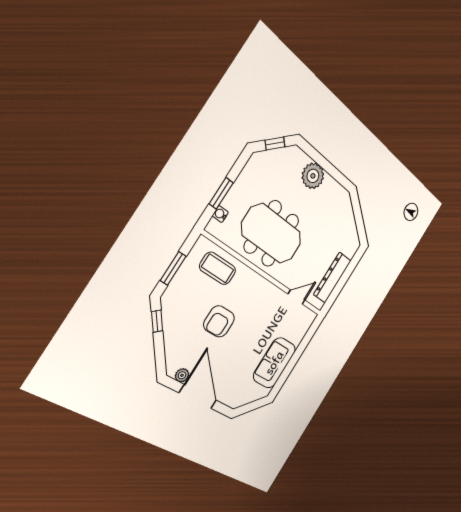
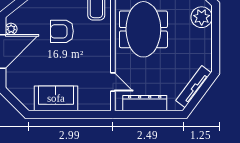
plant: (313, 176) -> (202, 17), moved
tv unit: (349, 220) -> (193, 87), added

